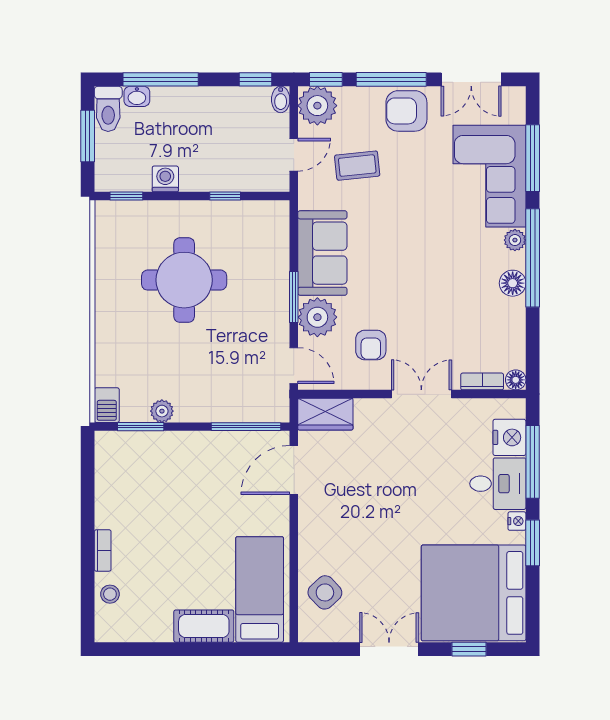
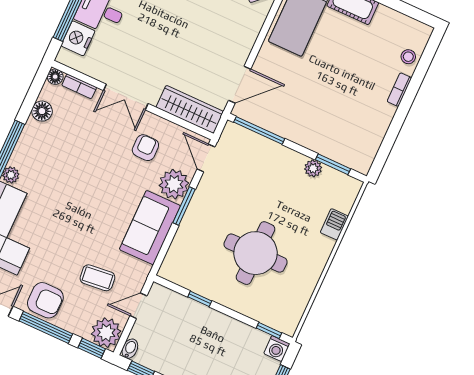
washing machine: (165, 179) -> (277, 349), moved
floor lamp: (513, 283) -> (42, 111), moved
barbecue: (107, 405) -> (334, 224), moved
wardrobe: (325, 414) -> (190, 109), width x1.50

